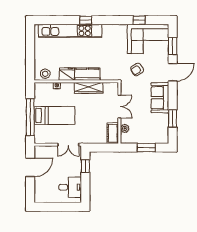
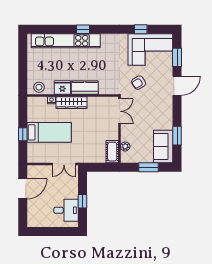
wardrobe: (89, 88) -> (72, 103), moved
sofa: (160, 98) -> (163, 147), moved
double door: (119, 107) -> (119, 111), moved
window: (30, 117) -> (23, 134), width x0.32
window: (85, 166) -> (82, 201), moved

